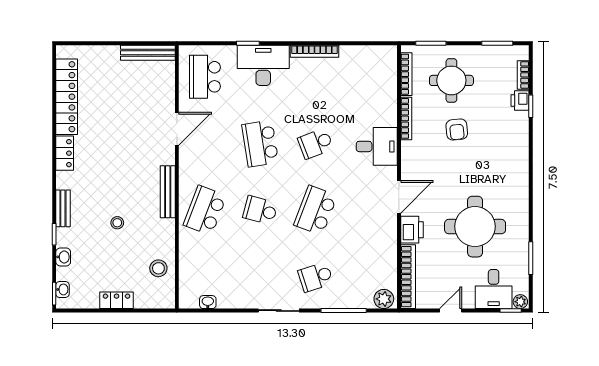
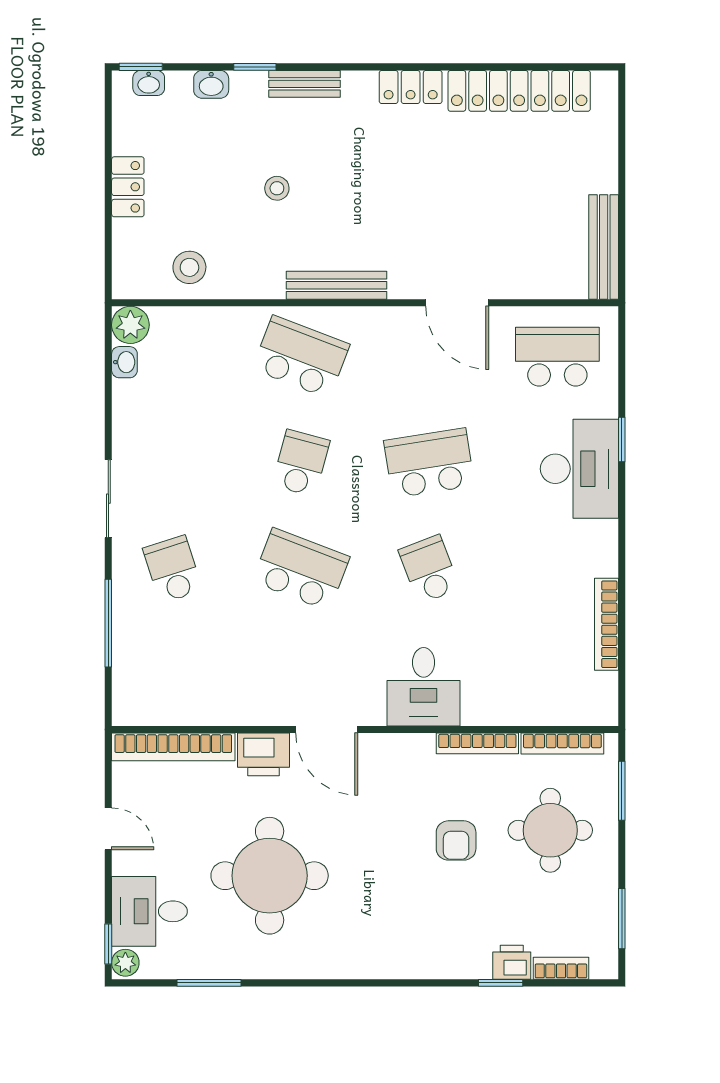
bookcase: (314, 51) -> (606, 624), moved
armchair: (457, 130) -> (456, 840), turned -84
plant: (384, 299) -> (130, 325), moved

